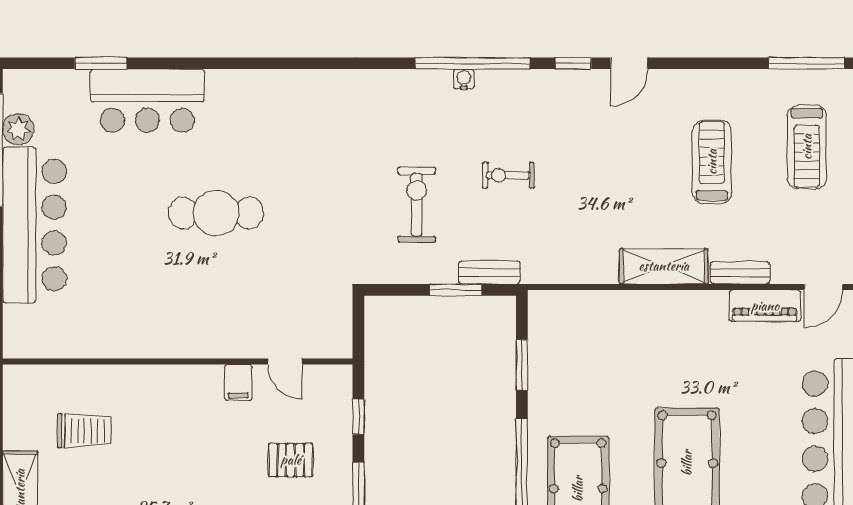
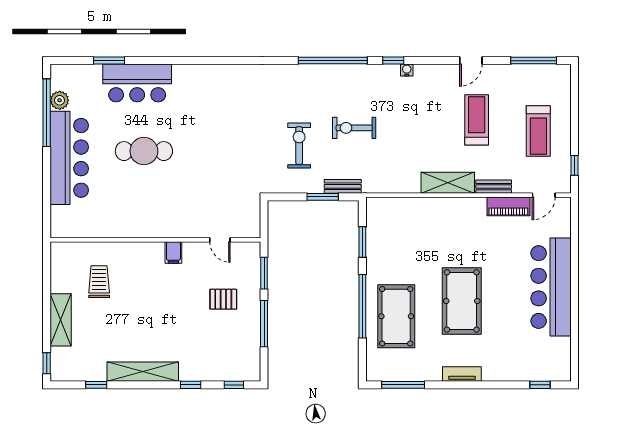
door: (629, 63) -> (471, 61), moved
water cooler: (464, 79) -> (407, 70), moved
treadmill: (807, 147) -> (538, 131), moved
exercise bike: (508, 175) -> (354, 128), width x1.38, depth x1.39
cafe table: (216, 213) -> (144, 151), moved
filing cabinet: (238, 383) -> (173, 253), moved
window: (358, 417) -> (264, 273), width x1.50
trolley: (84, 431) -> (99, 282), turned -90

